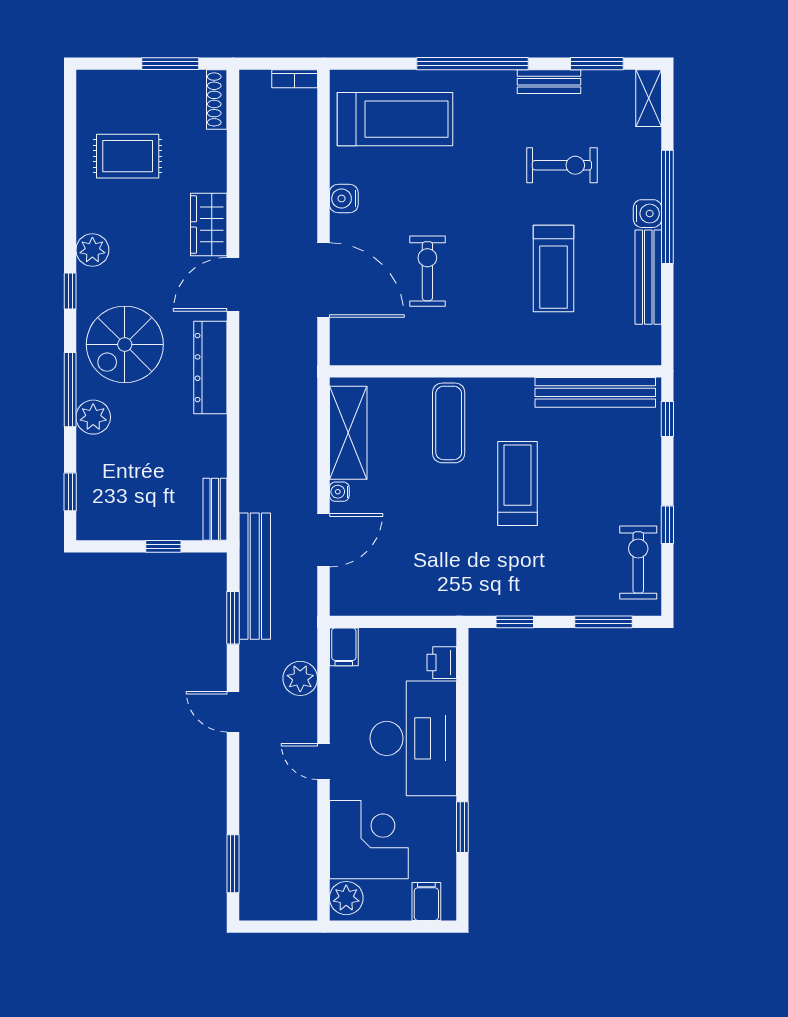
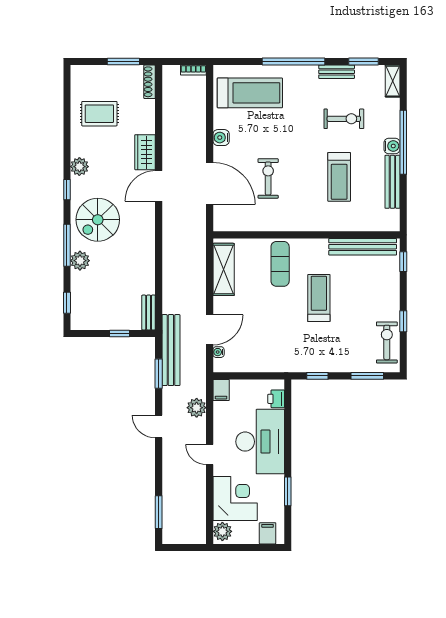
dresser: (210, 368) -> (146, 233), removed
water cooler: (339, 492) -> (219, 352), moved

